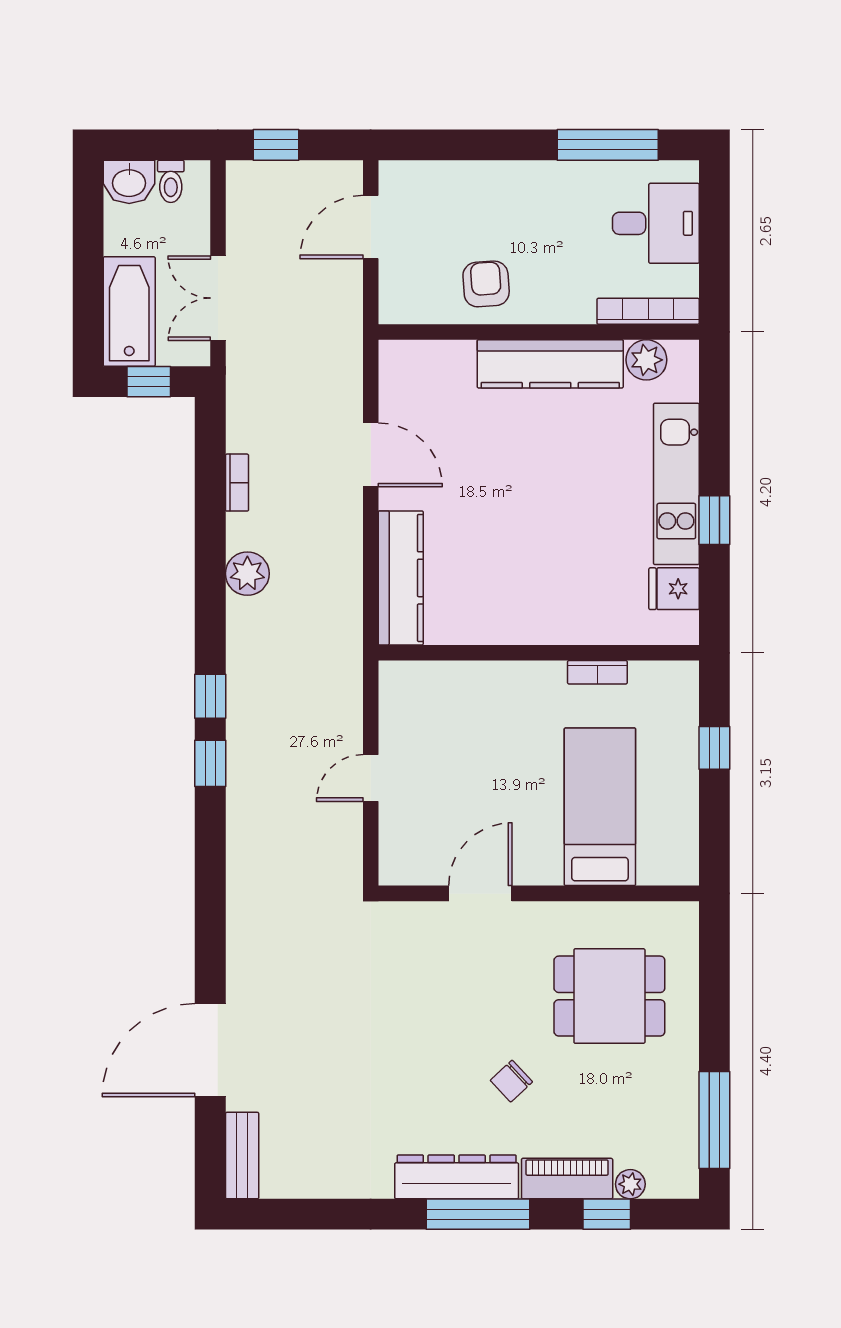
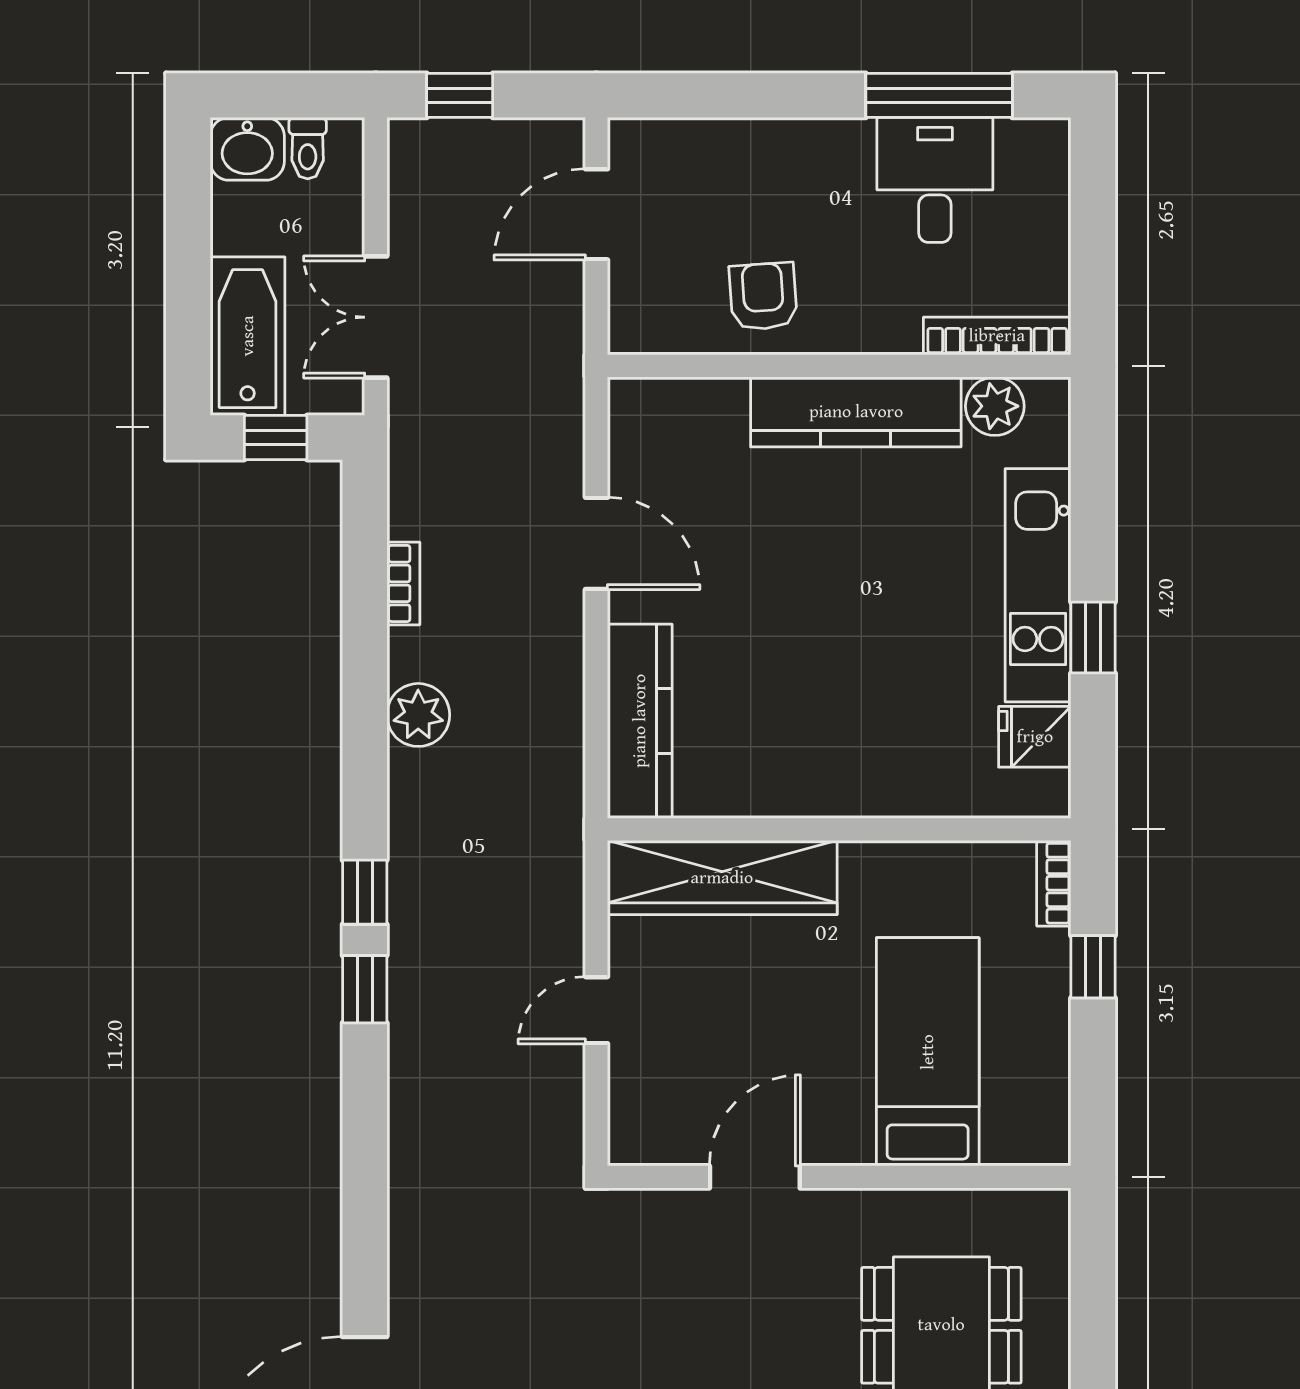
desk: (656, 223) -> (935, 180), moved, turned -90
bookcase: (597, 672) -> (1054, 883), moved, turned 90
wardrobe: (458, 686) -> (722, 878), added

